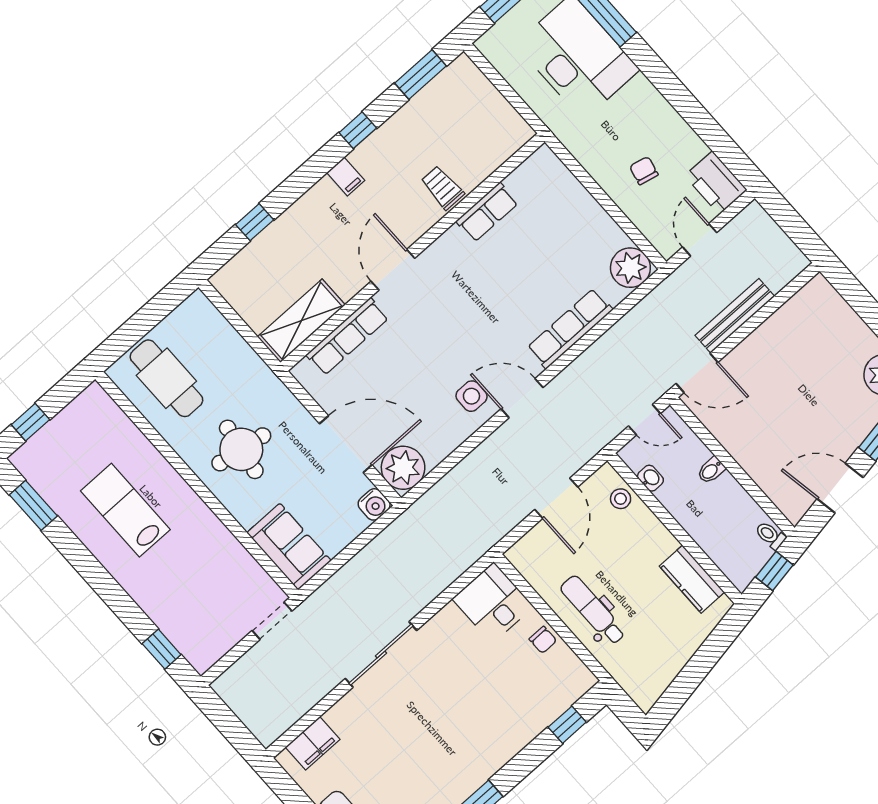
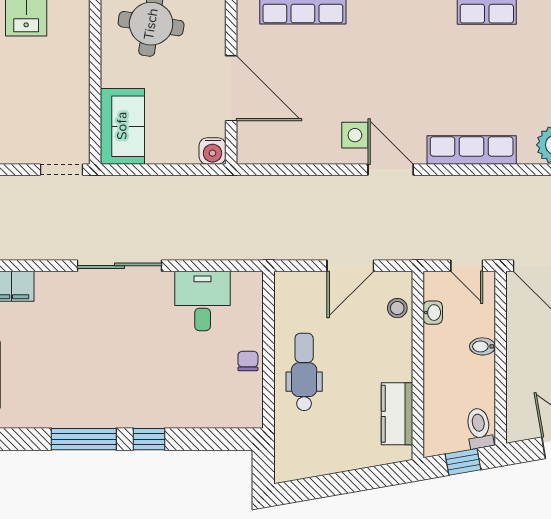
plant: (403, 468) -> (258, 143), removed
toilet: (770, 535) -> (479, 428), width x1.37, depth x1.39
desk: (493, 603) -> (203, 301), moved
chair: (543, 640) -> (248, 361), turned 180
window: (567, 725) -> (149, 439), moved

